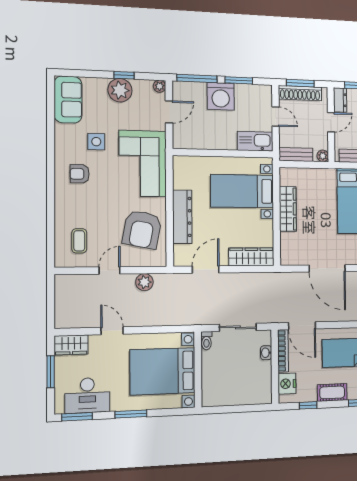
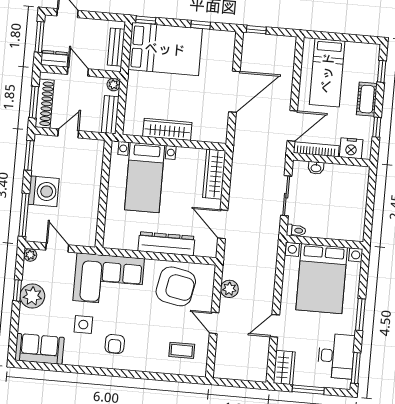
window: (239, 80) -> (29, 155), moved
kitchen sink: (255, 141) -> (93, 158), removed

